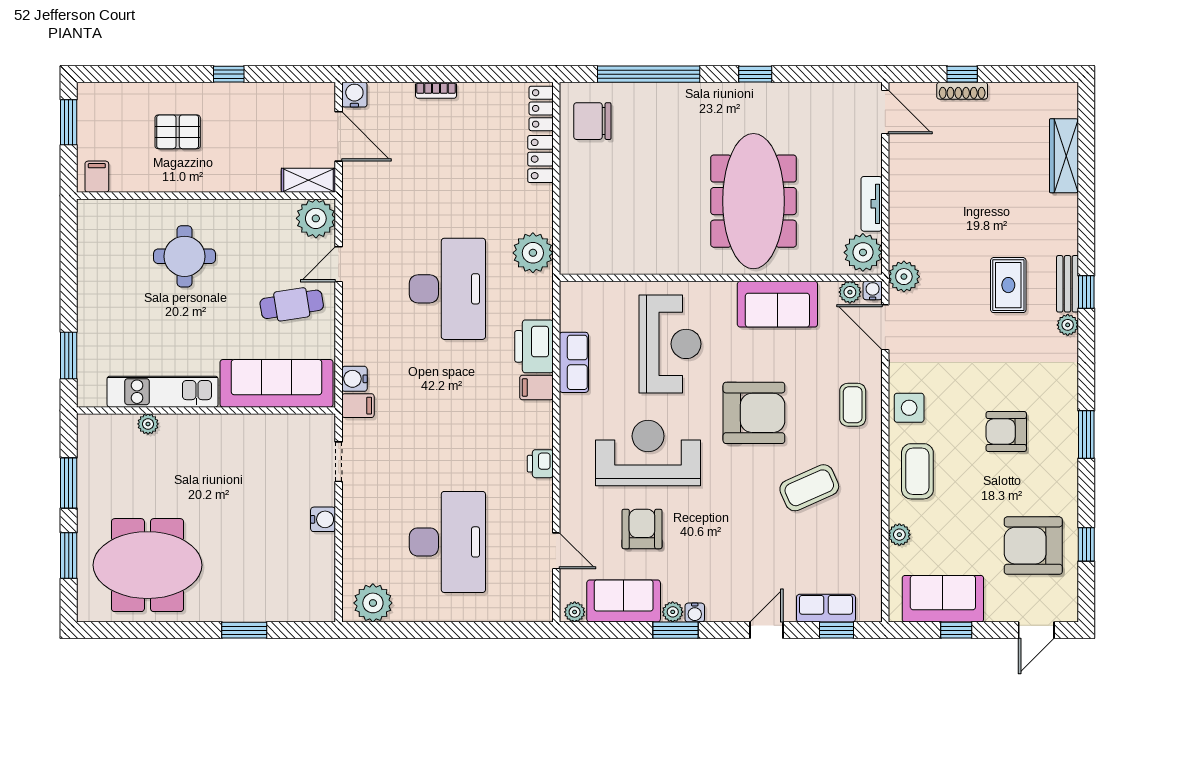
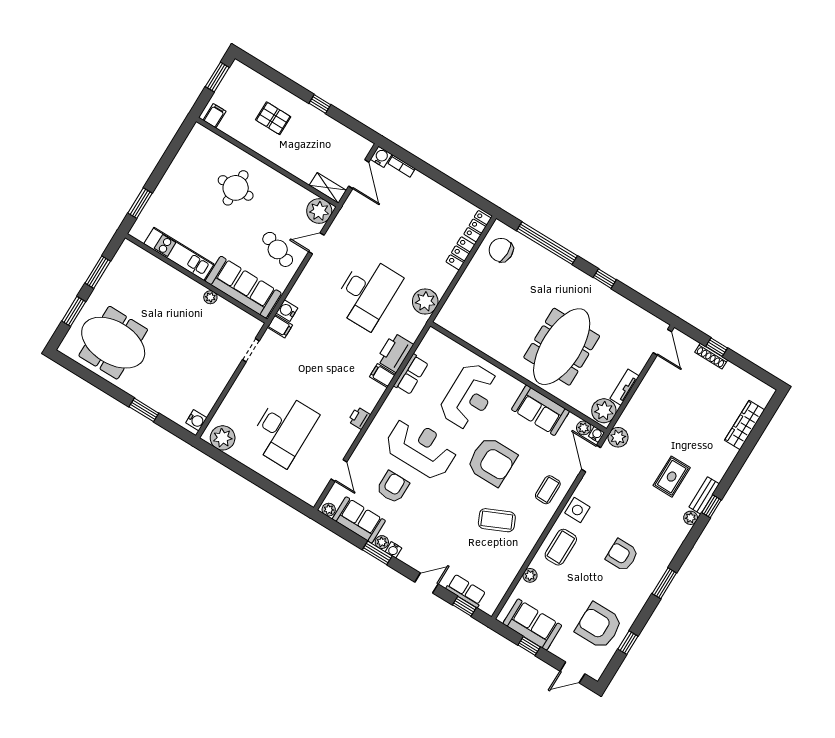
bookcase: (436, 90) -> (402, 166), moved
cafe table: (292, 304) -> (278, 249), turned 30
plant: (148, 424) -> (210, 297), moved
water cooler: (323, 519) -> (196, 420), moved

